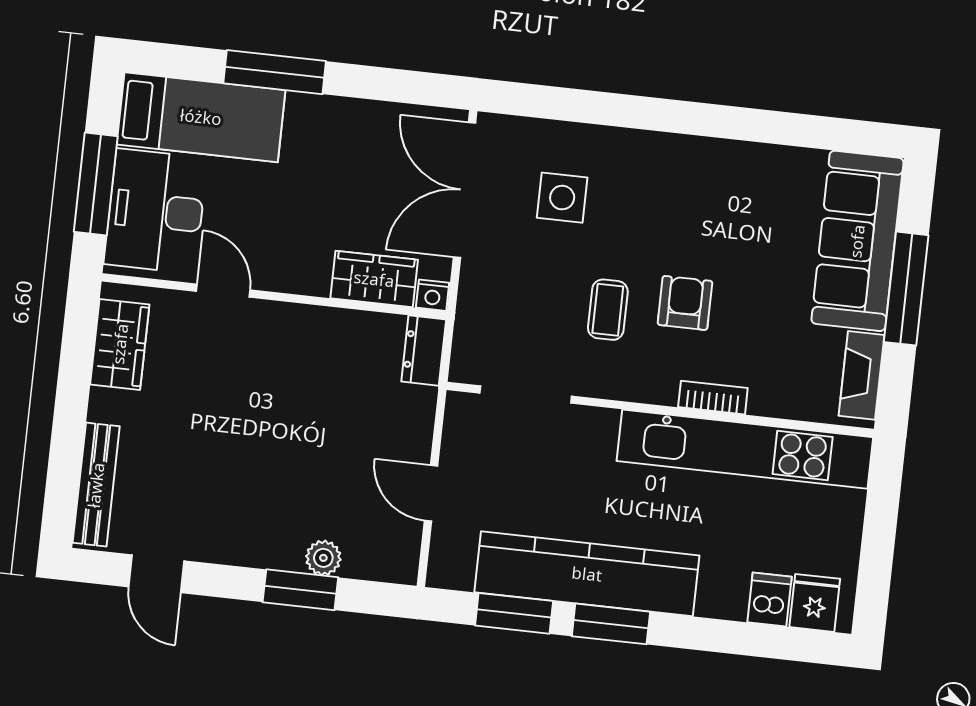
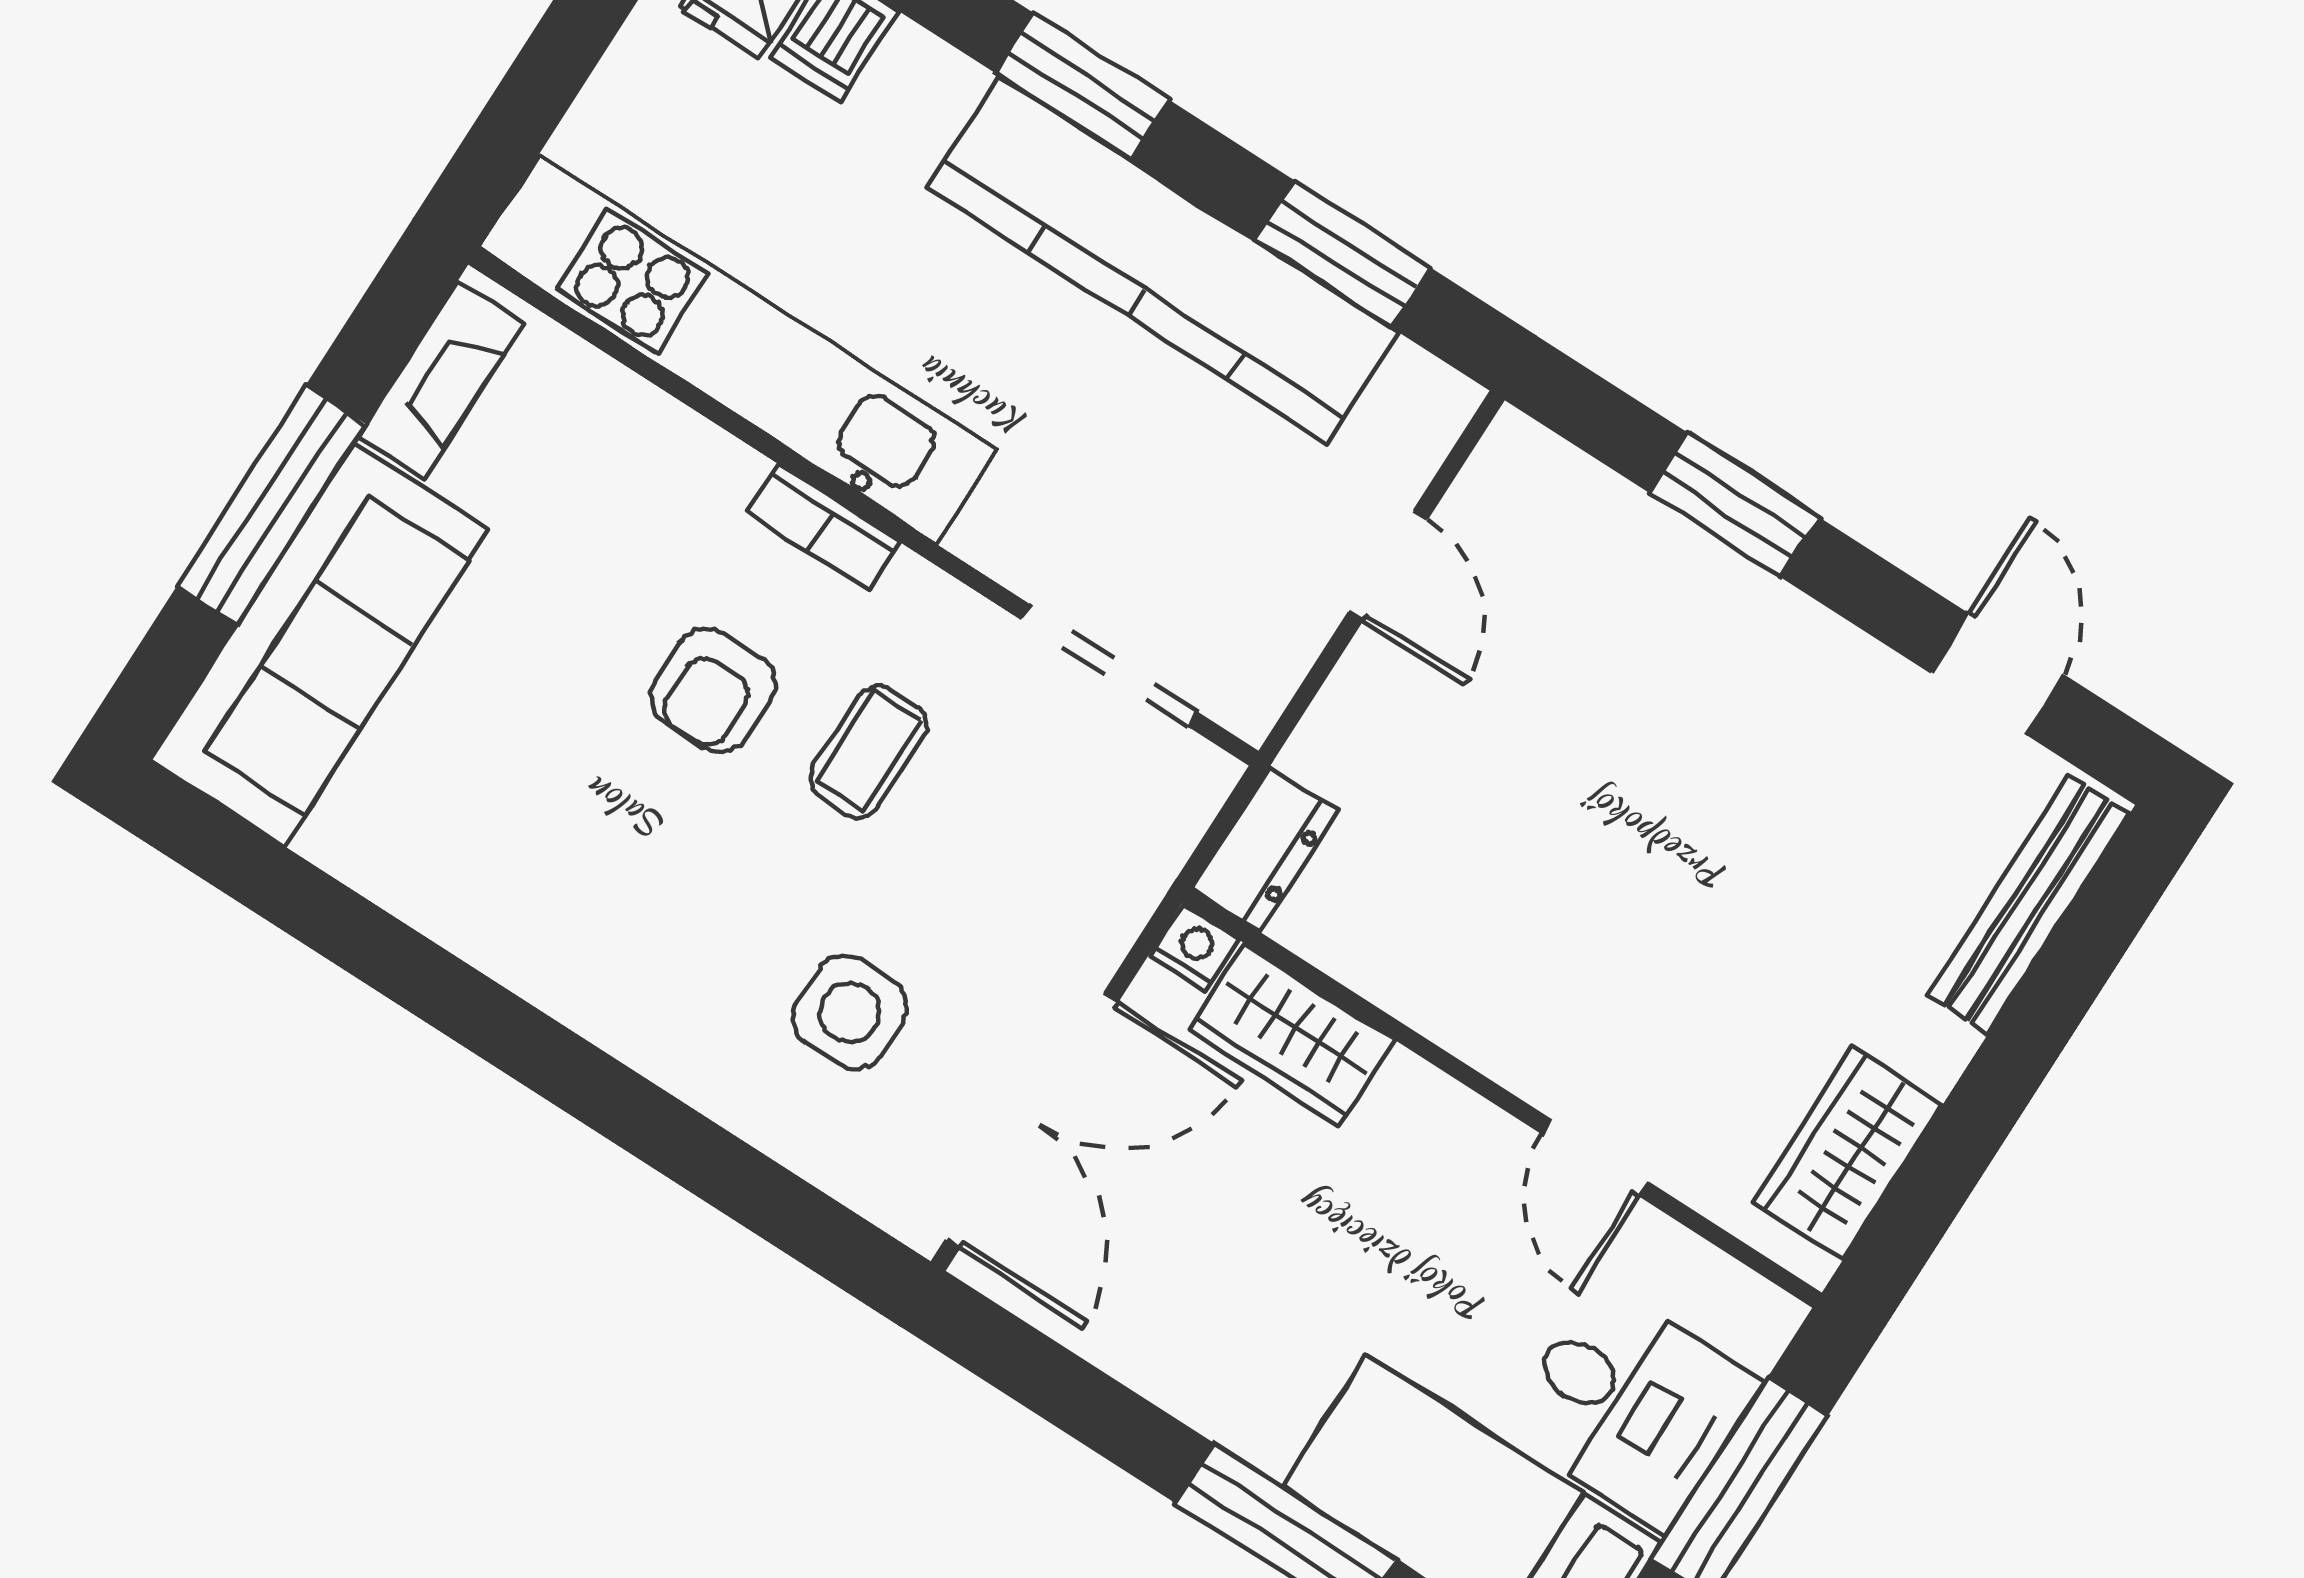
desk: (156, 211) -> (1631, 1406), width x0.73
bookcase: (713, 398) -> (823, 527), moved
plant: (323, 558) -> (1658, 544), removed
window: (611, 624) -> (1082, 86), moved

